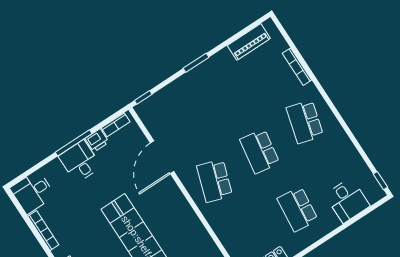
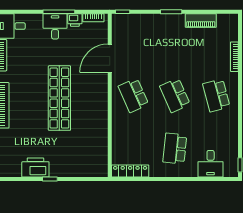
piano: (249, 42) -> (201, 20), moved
school desk: (305, 122) -> (216, 95), turned -30
school desk: (260, 151) -> (175, 95), turned -33
school desk: (215, 181) -> (133, 95), turned -42

